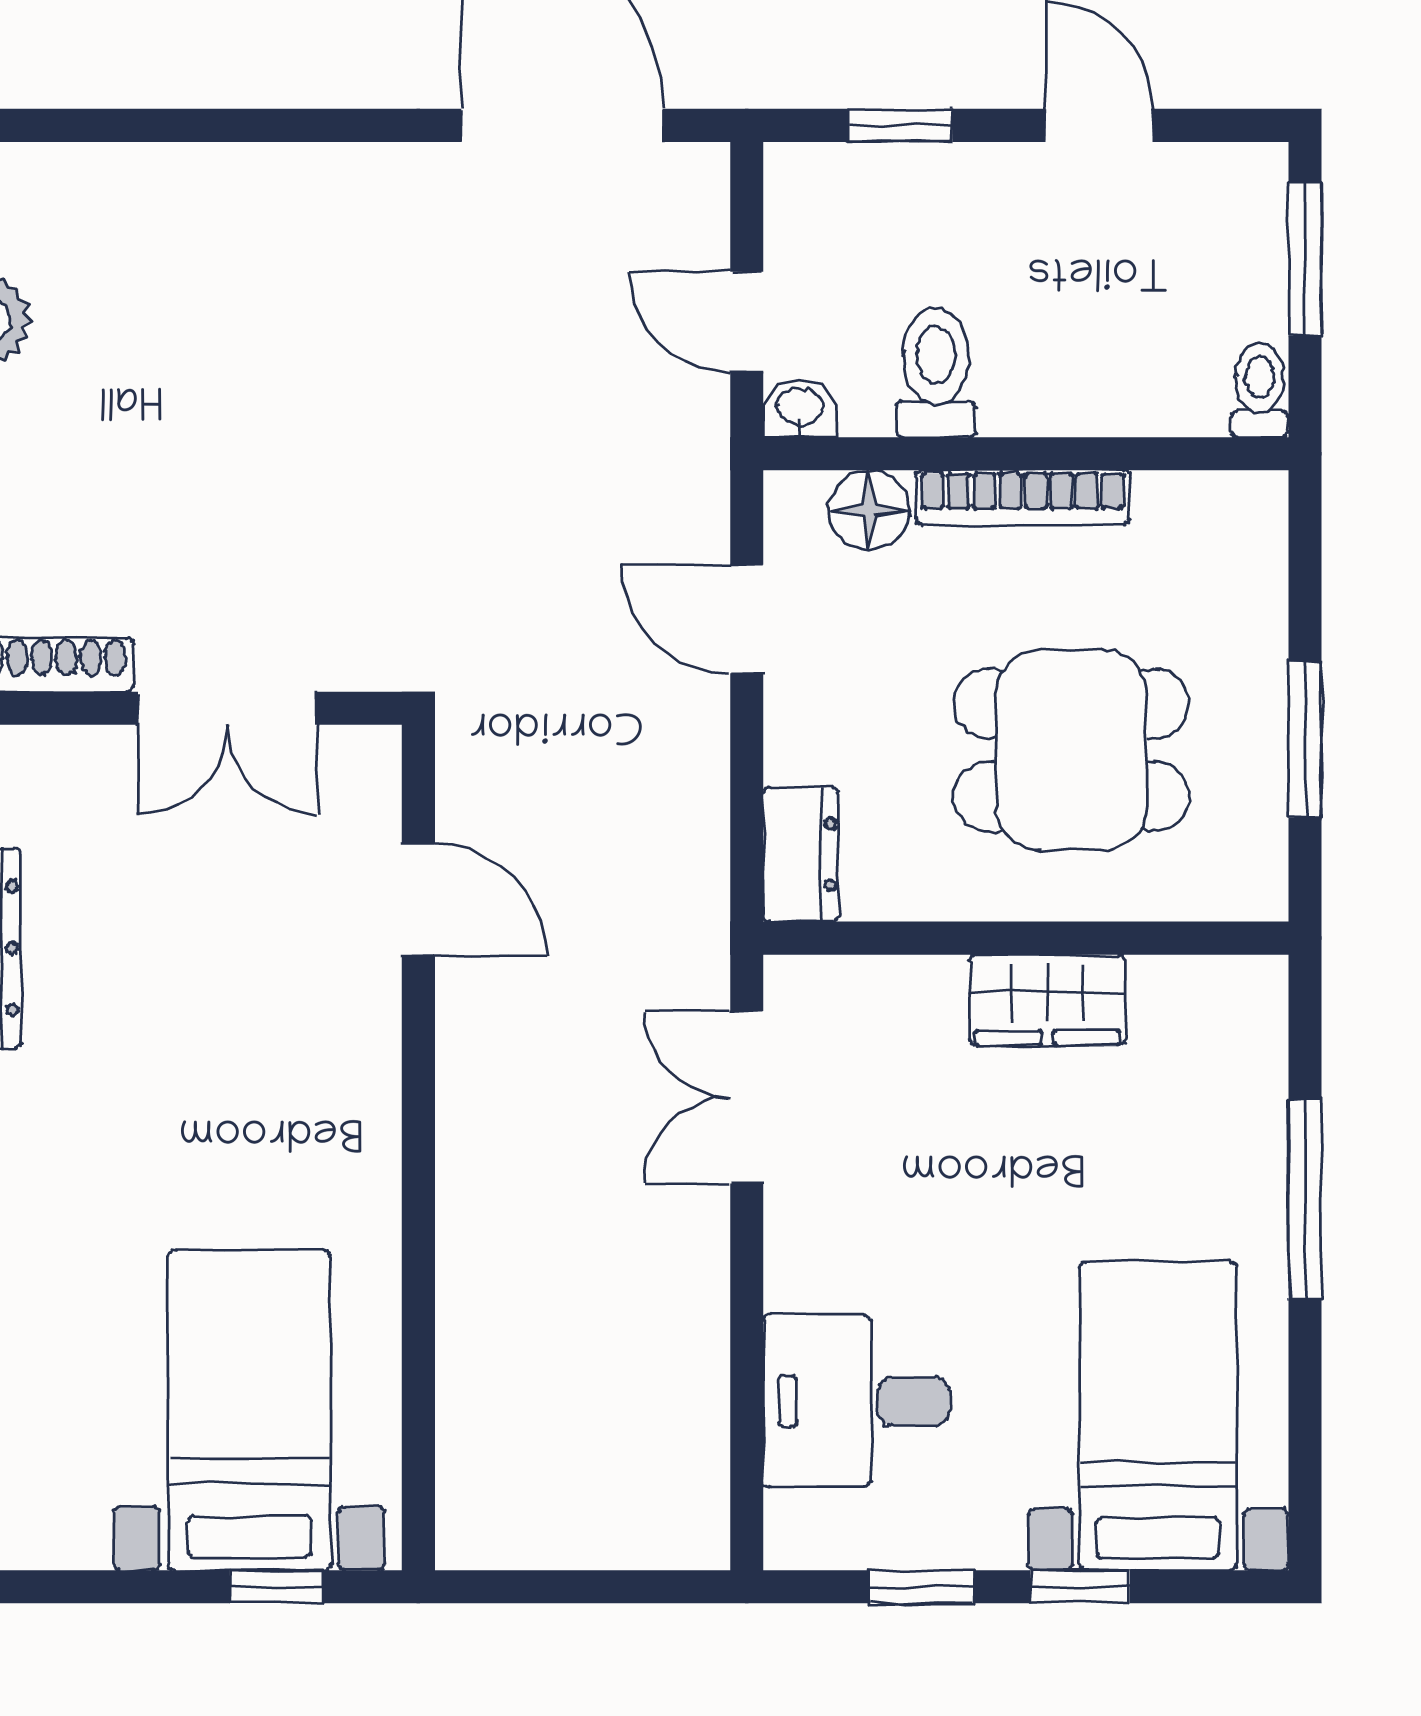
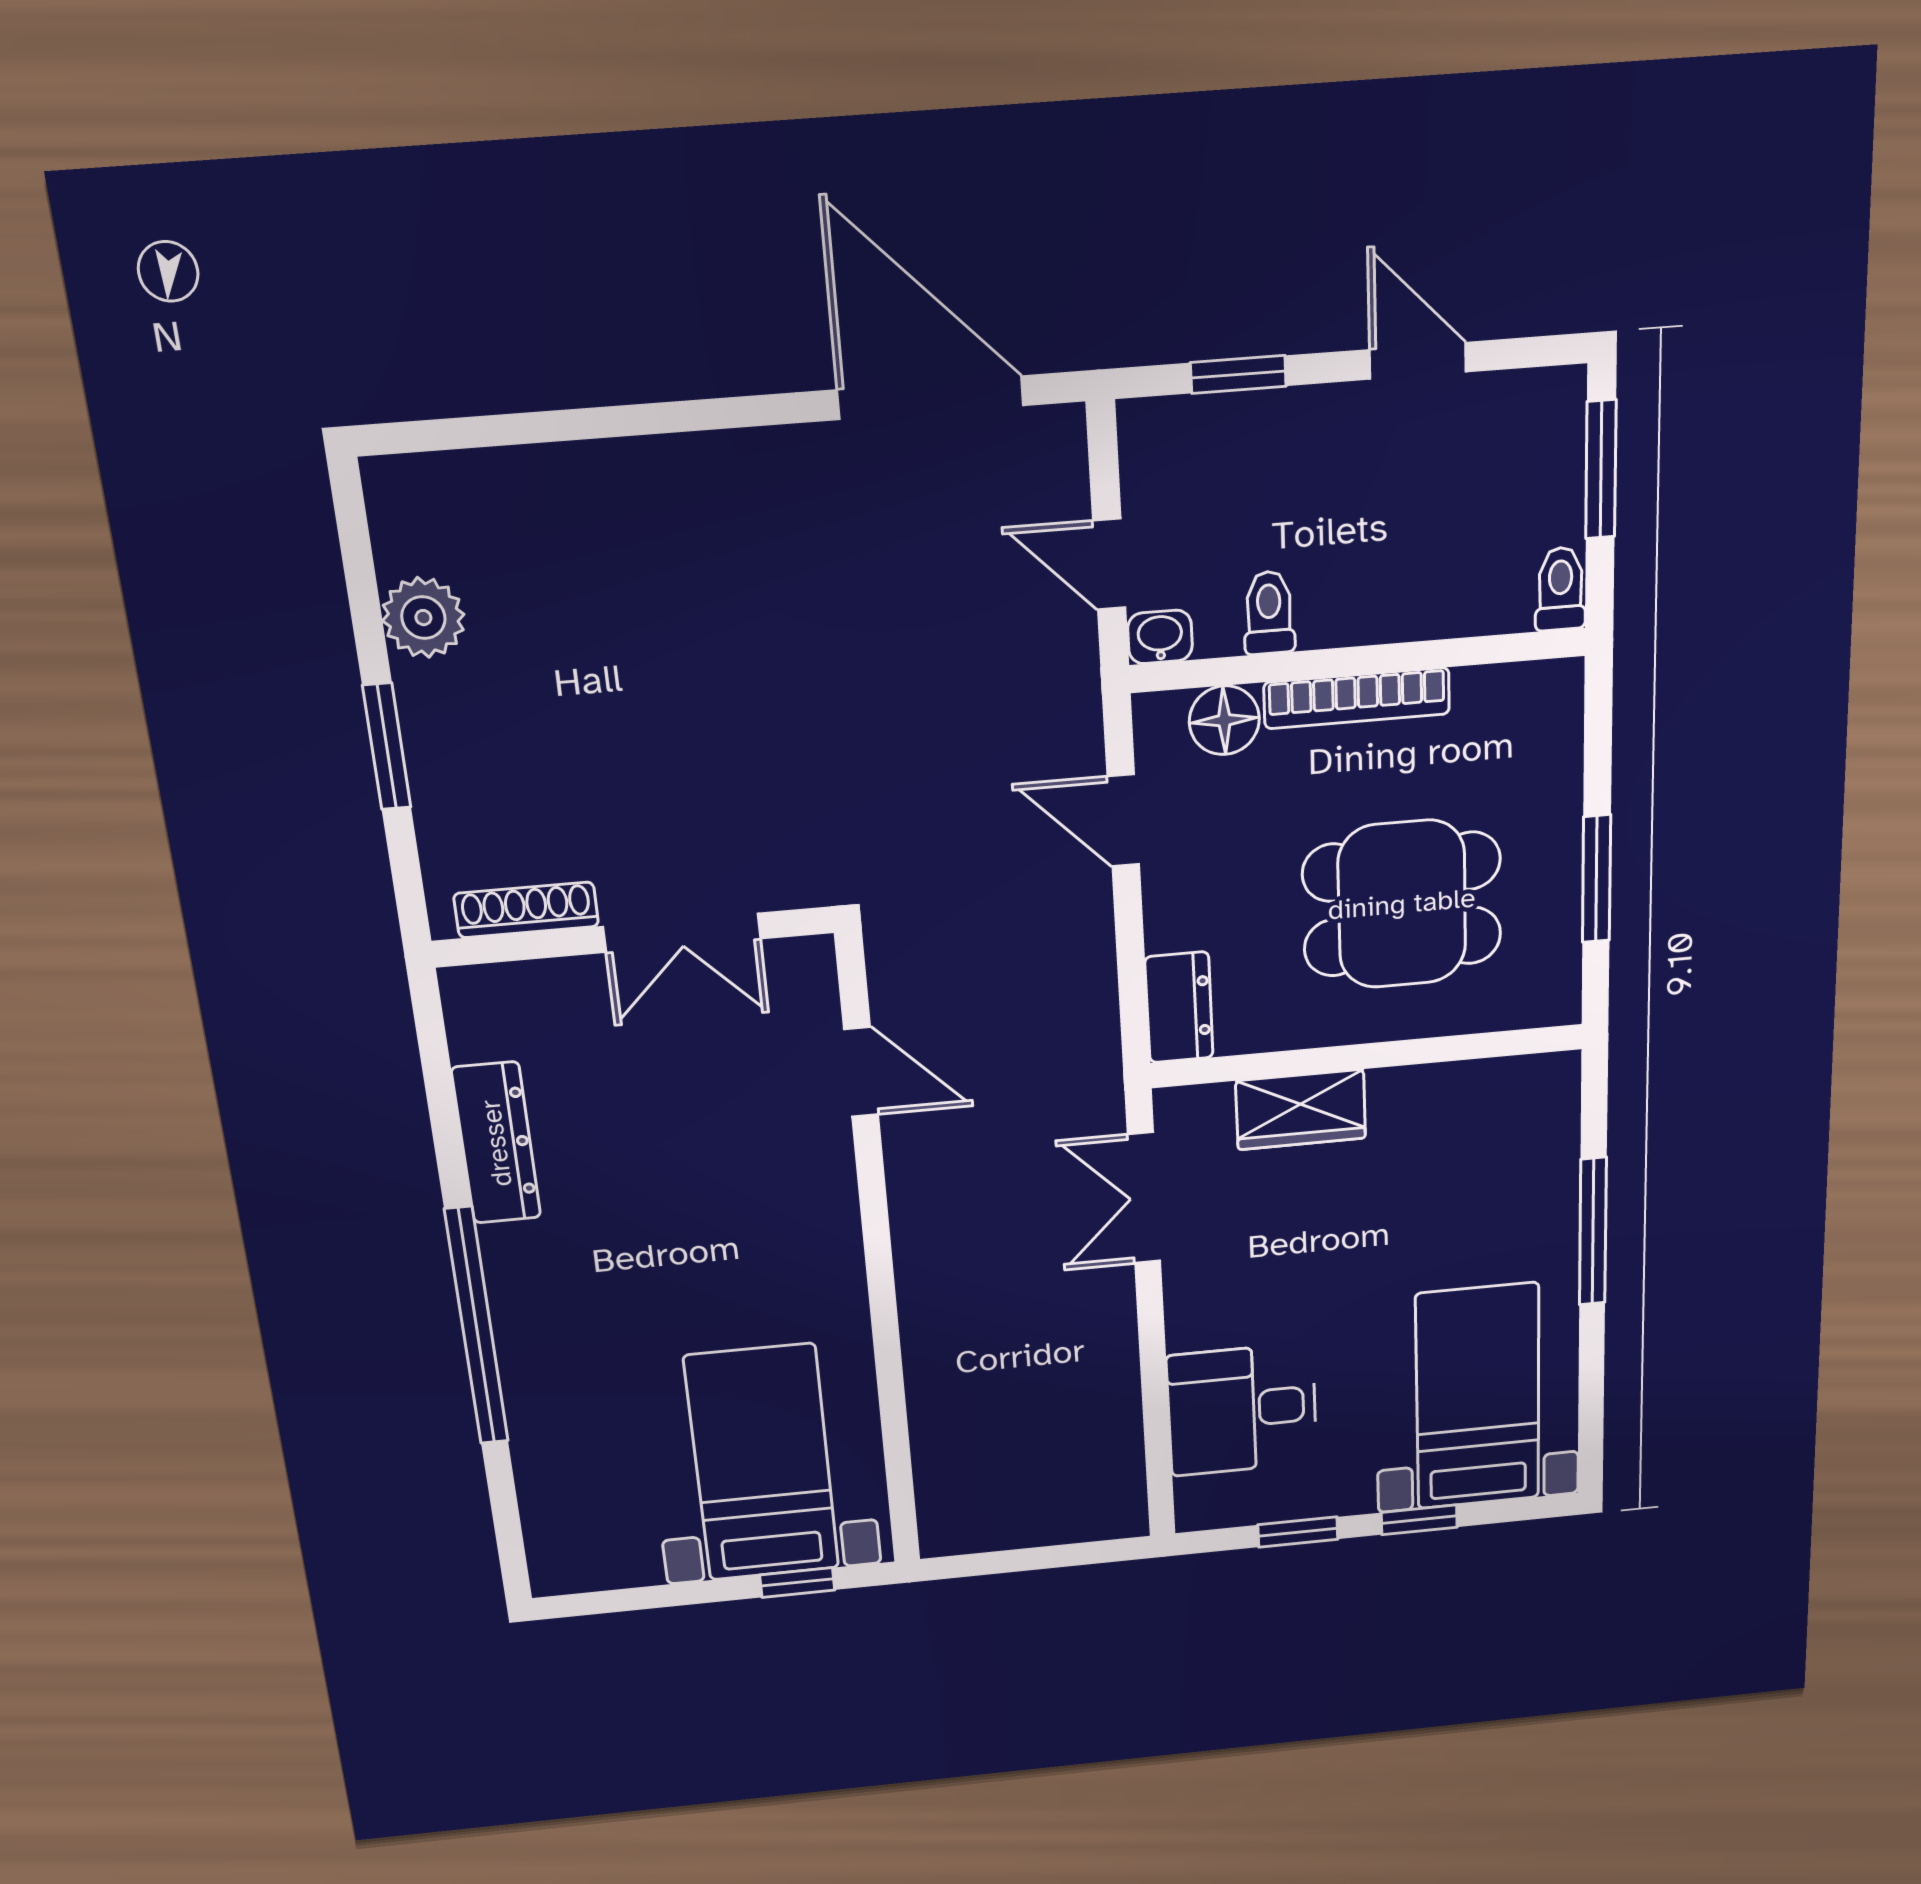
toilet: (935, 373) -> (1269, 613), width x0.73, depth x0.72
wardrobe: (1048, 1000) -> (1301, 1110), moved

